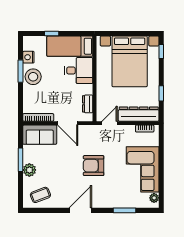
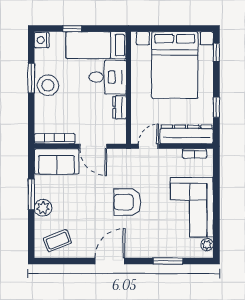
nightstand: (28, 57) -> (42, 40), moved
dresser: (88, 104) -> (120, 107), moved

